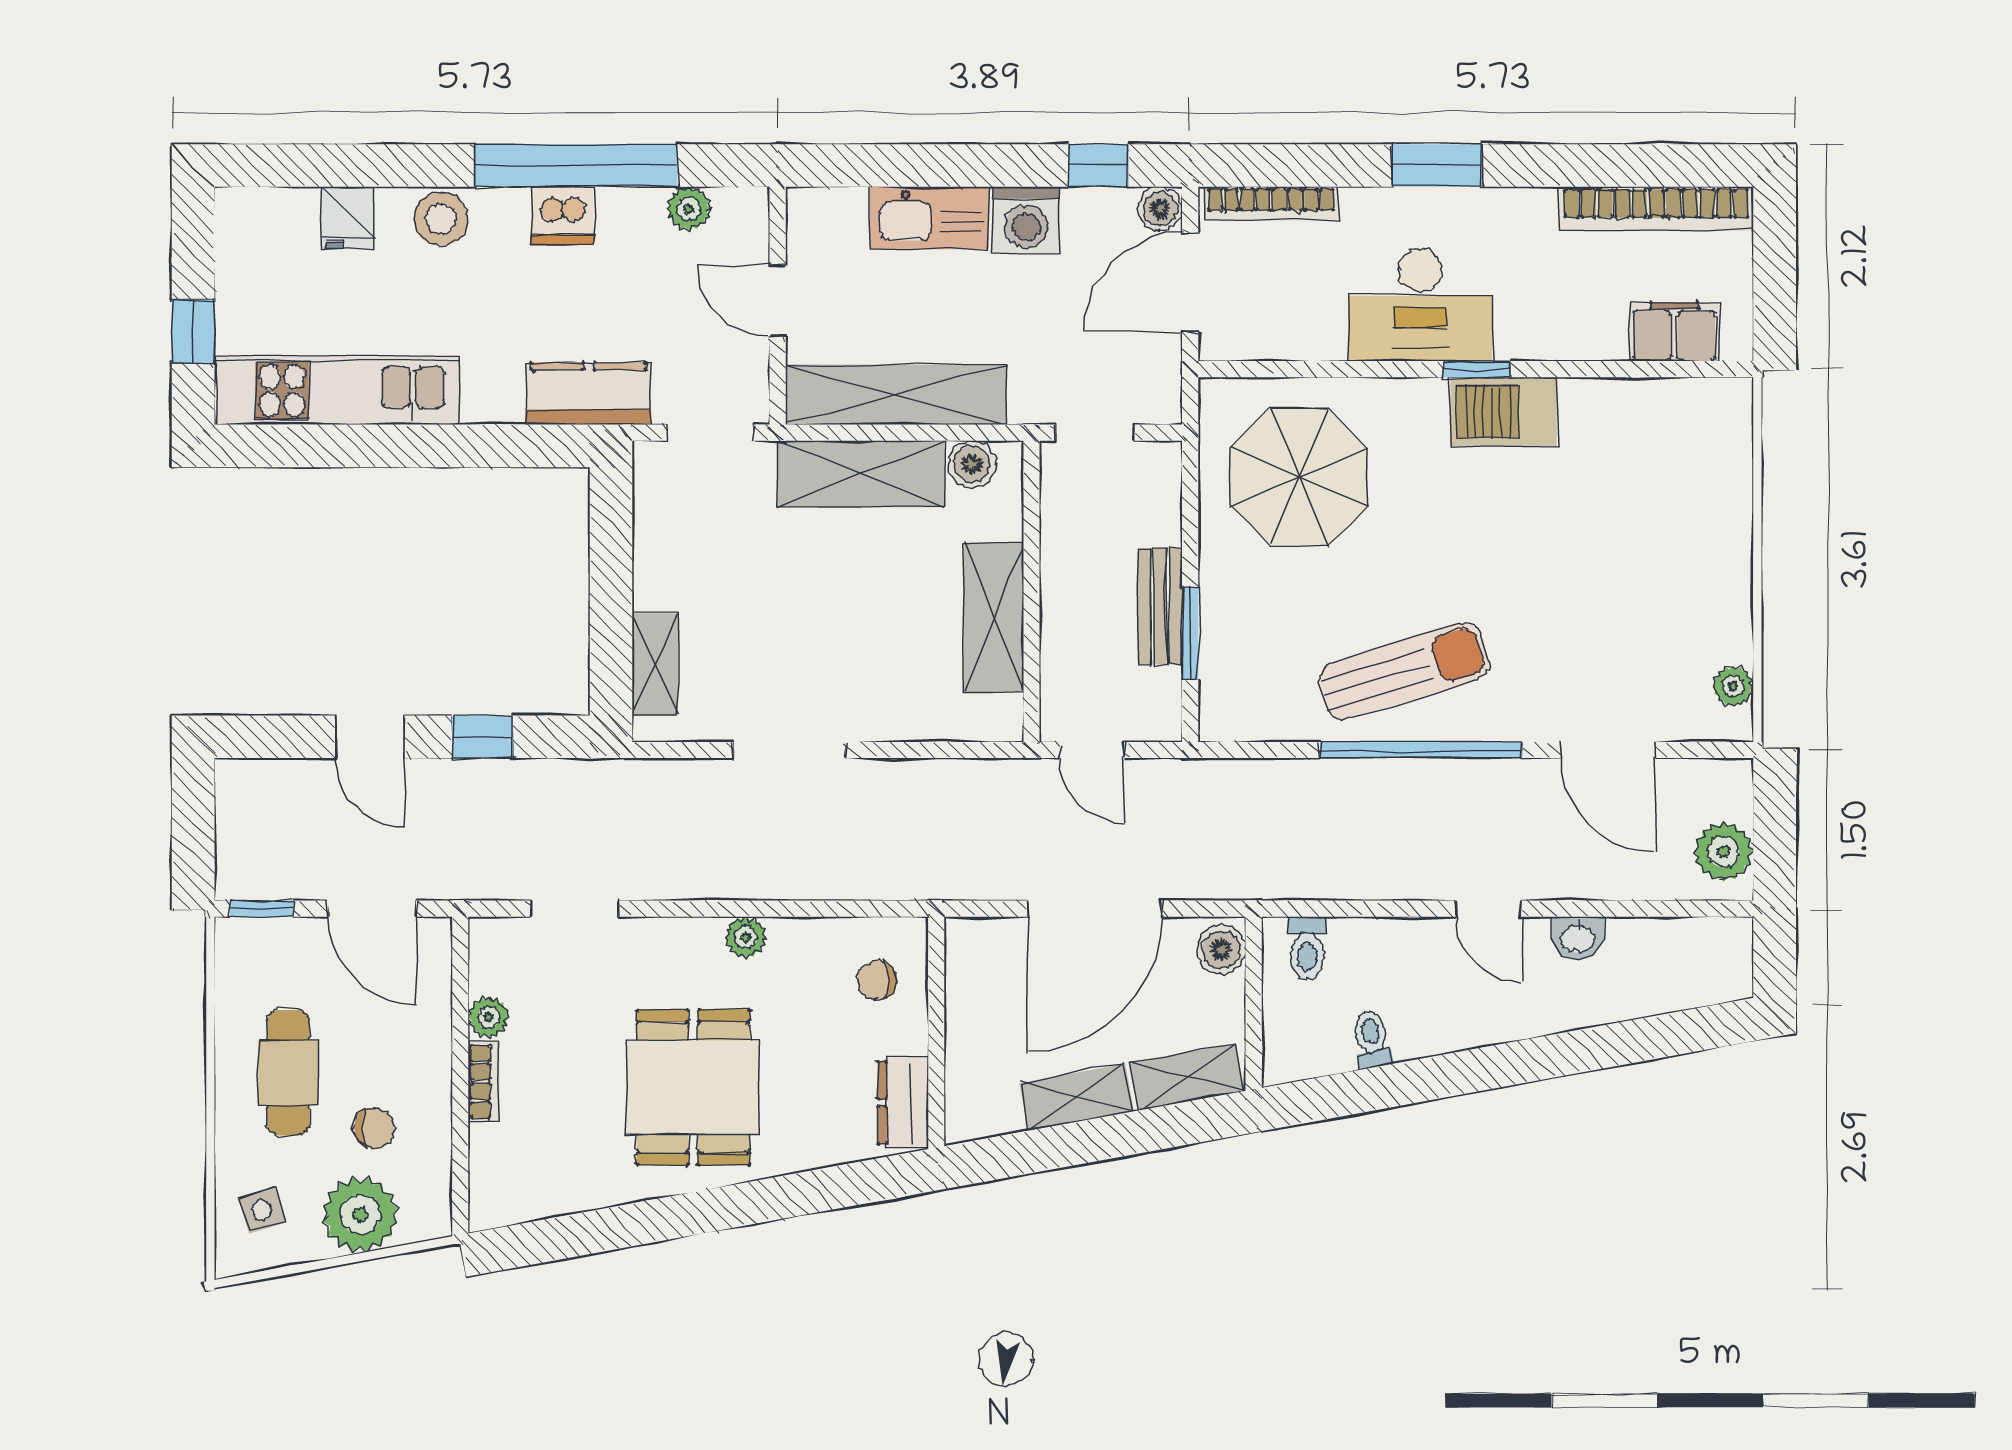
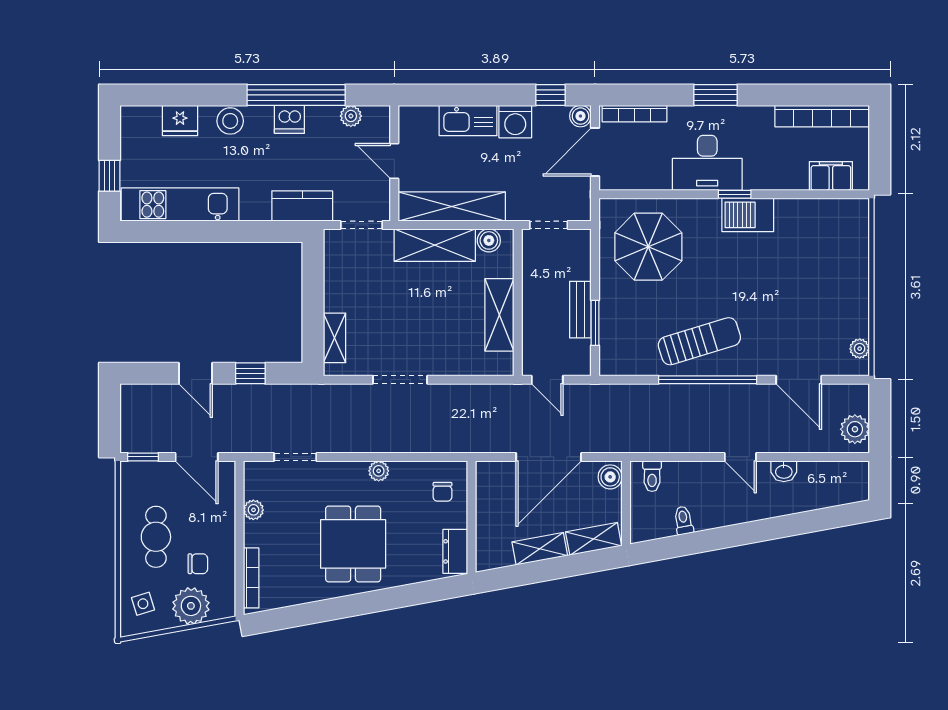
fridge: (348, 218) -> (180, 120), width x1.38
chair: (877, 980) -> (442, 492), turned -90
bookcase: (484, 1082) -> (251, 578), moved, width x1.56

